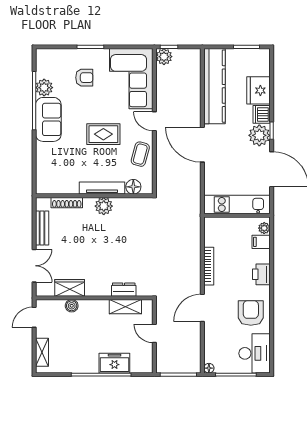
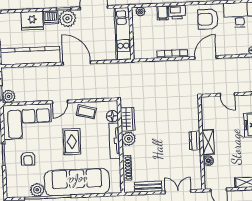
armchair: (84, 78) -> (28, 159), turned 180
sofa: (48, 119) -> (77, 182), width x1.85, depth x1.27
door: (202, 145) -> (77, 63), swing flipped
filing cabinet: (261, 242) -> (162, 13), moved
wardrobe: (70, 288) -> (128, 119), moved, turned 180
dresser: (124, 290) -> (195, 141), moved
shelving: (125, 307) -> (208, 142), moved
door: (202, 308) -> (205, 57), swing flipped
door: (154, 333) -> (227, 94), hinge flipped

